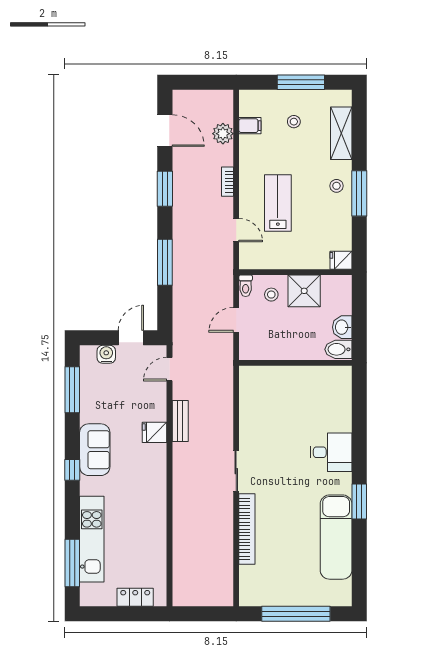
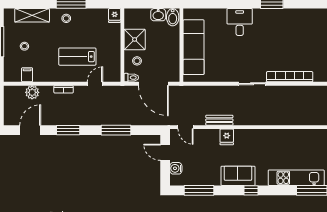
door: (236, 320) -> (153, 84), width x1.87
exam couch: (336, 537) -> (194, 47), moved, turned -90

